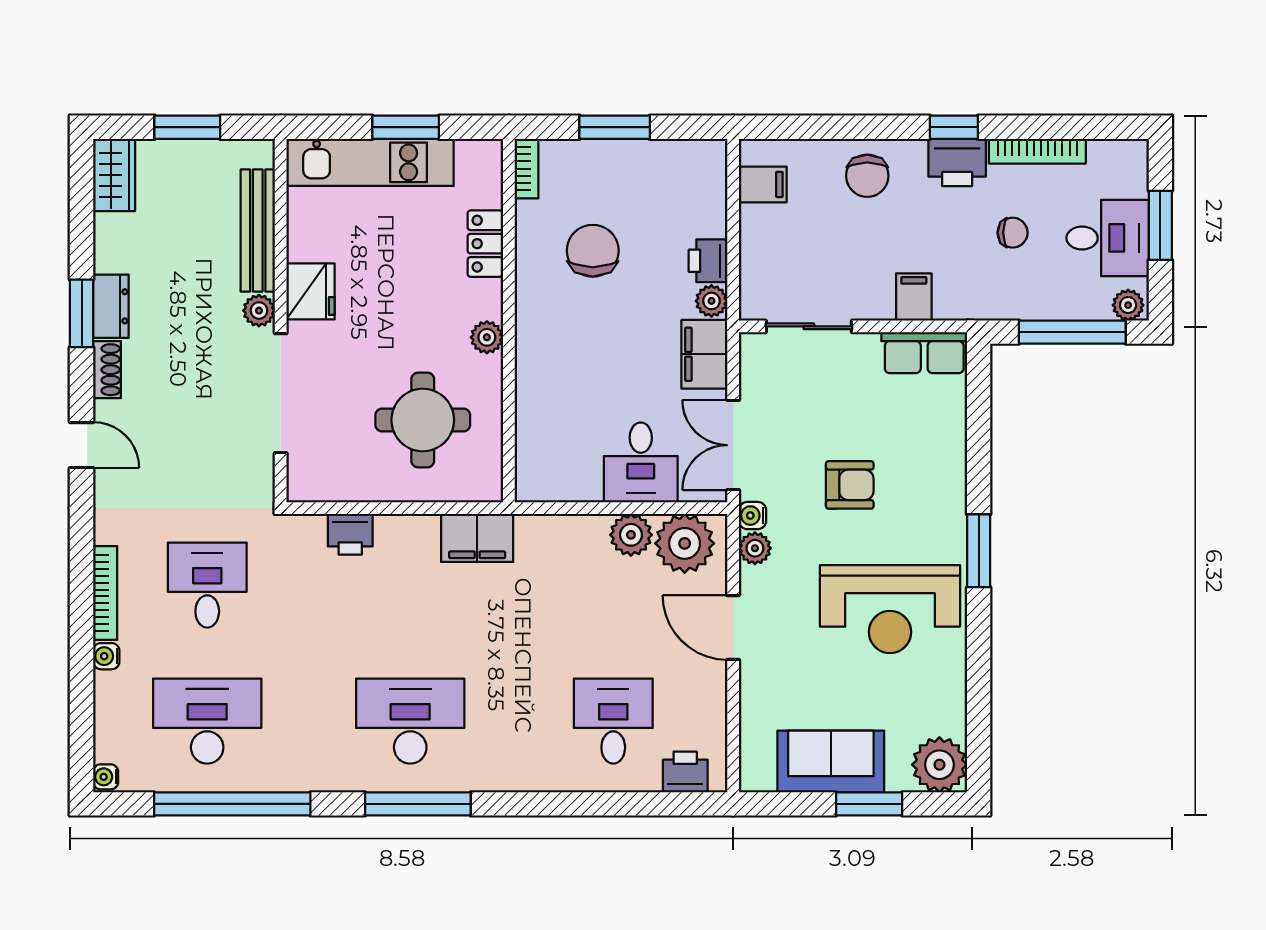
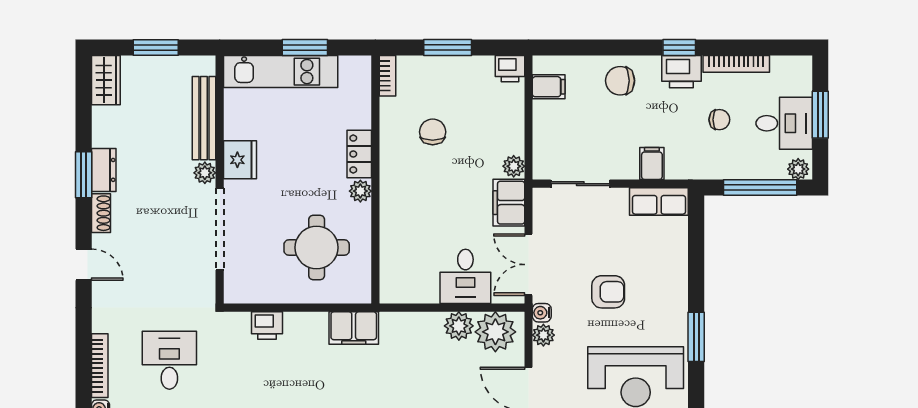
chair: (867, 176) -> (620, 81), turned 90
locker: (485, 244) -> (359, 154), moved
chair: (593, 251) -> (433, 132), width x0.73, depth x0.73
printer: (708, 261) -> (510, 69), moved, turned -90

